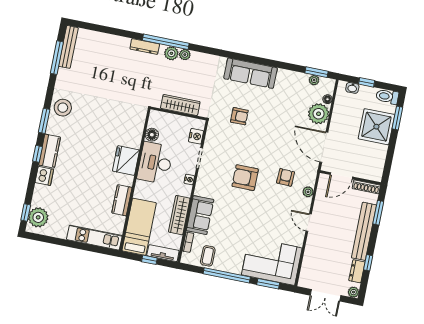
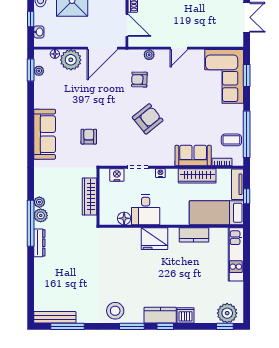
desk: (155, 163) -> (146, 210), width x0.73
armchair: (245, 178) -> (148, 119), turned -129
window: (227, 275) -> (247, 134), moved

